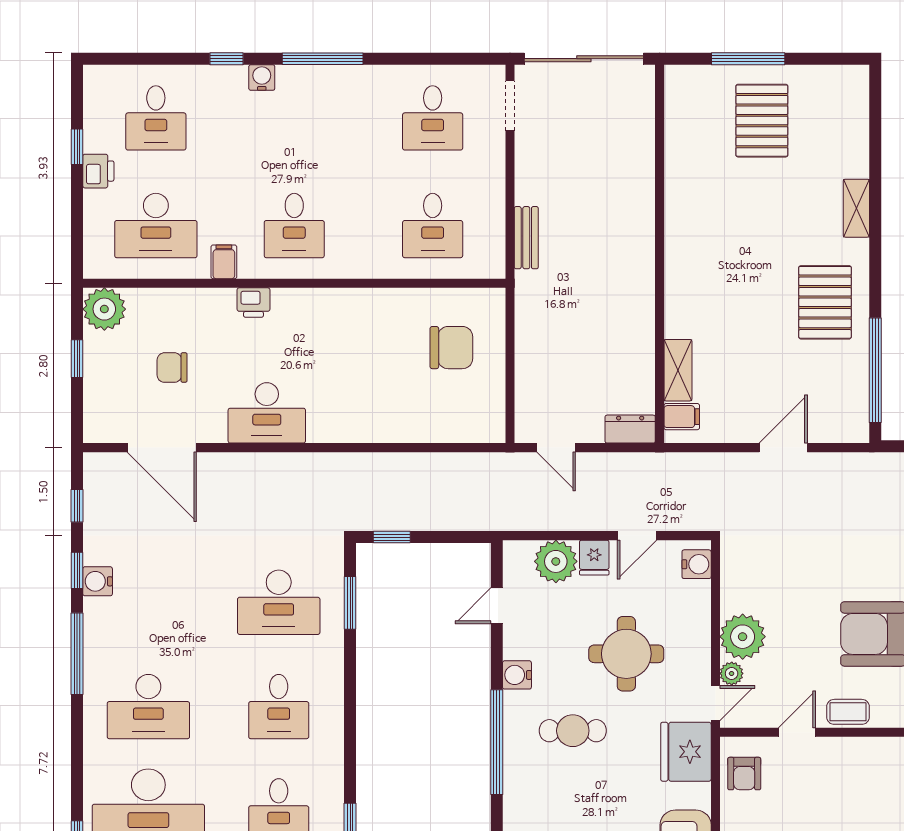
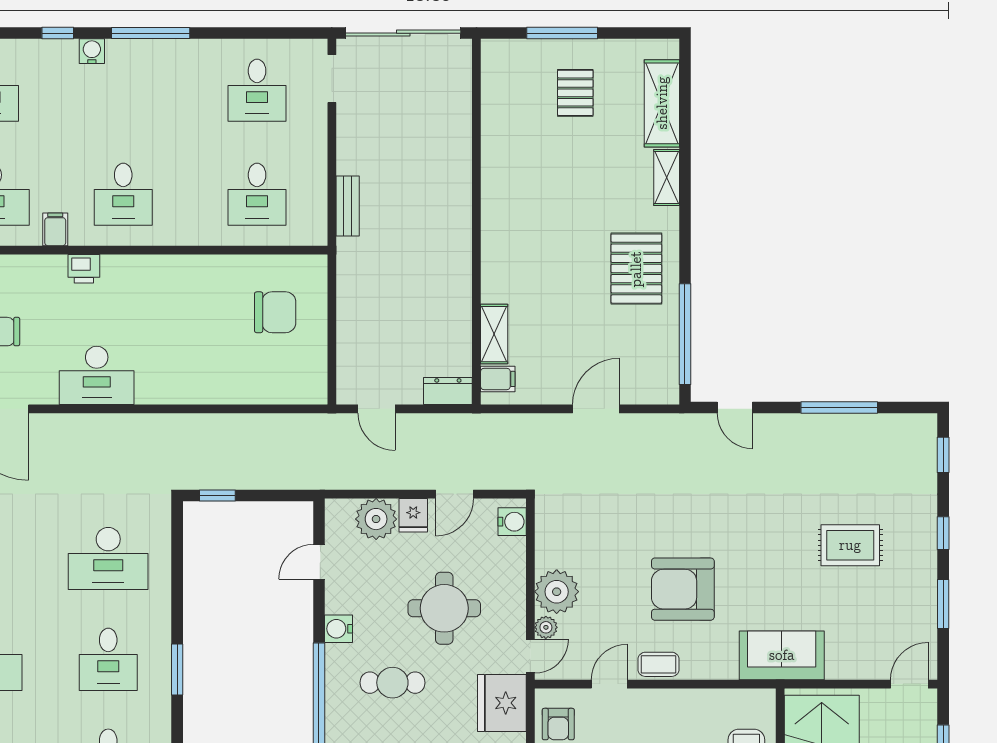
pallet: (762, 121) -> (575, 93), width x0.67, depth x0.71
shelving: (851, 132) -> (662, 103), added
window: (350, 603) -> (177, 670), moved

